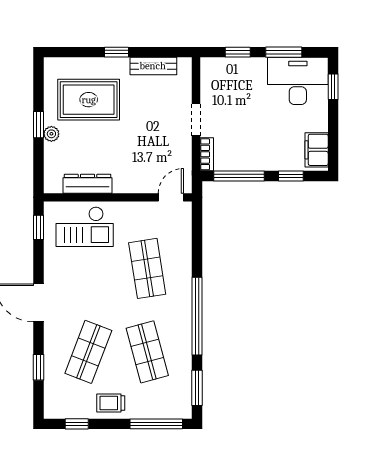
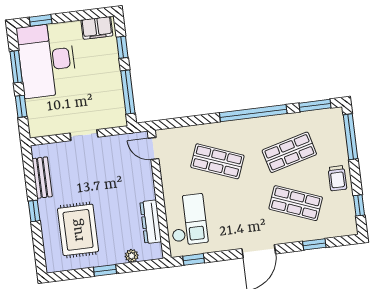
desk: (298, 81) -> (47, 60), width x1.36, depth x1.30
plant: (51, 134) -> (132, 256), moved
bookcase: (207, 154) -> (113, 122), removed
shop shelf: (147, 268) -> (217, 161), turned 30

